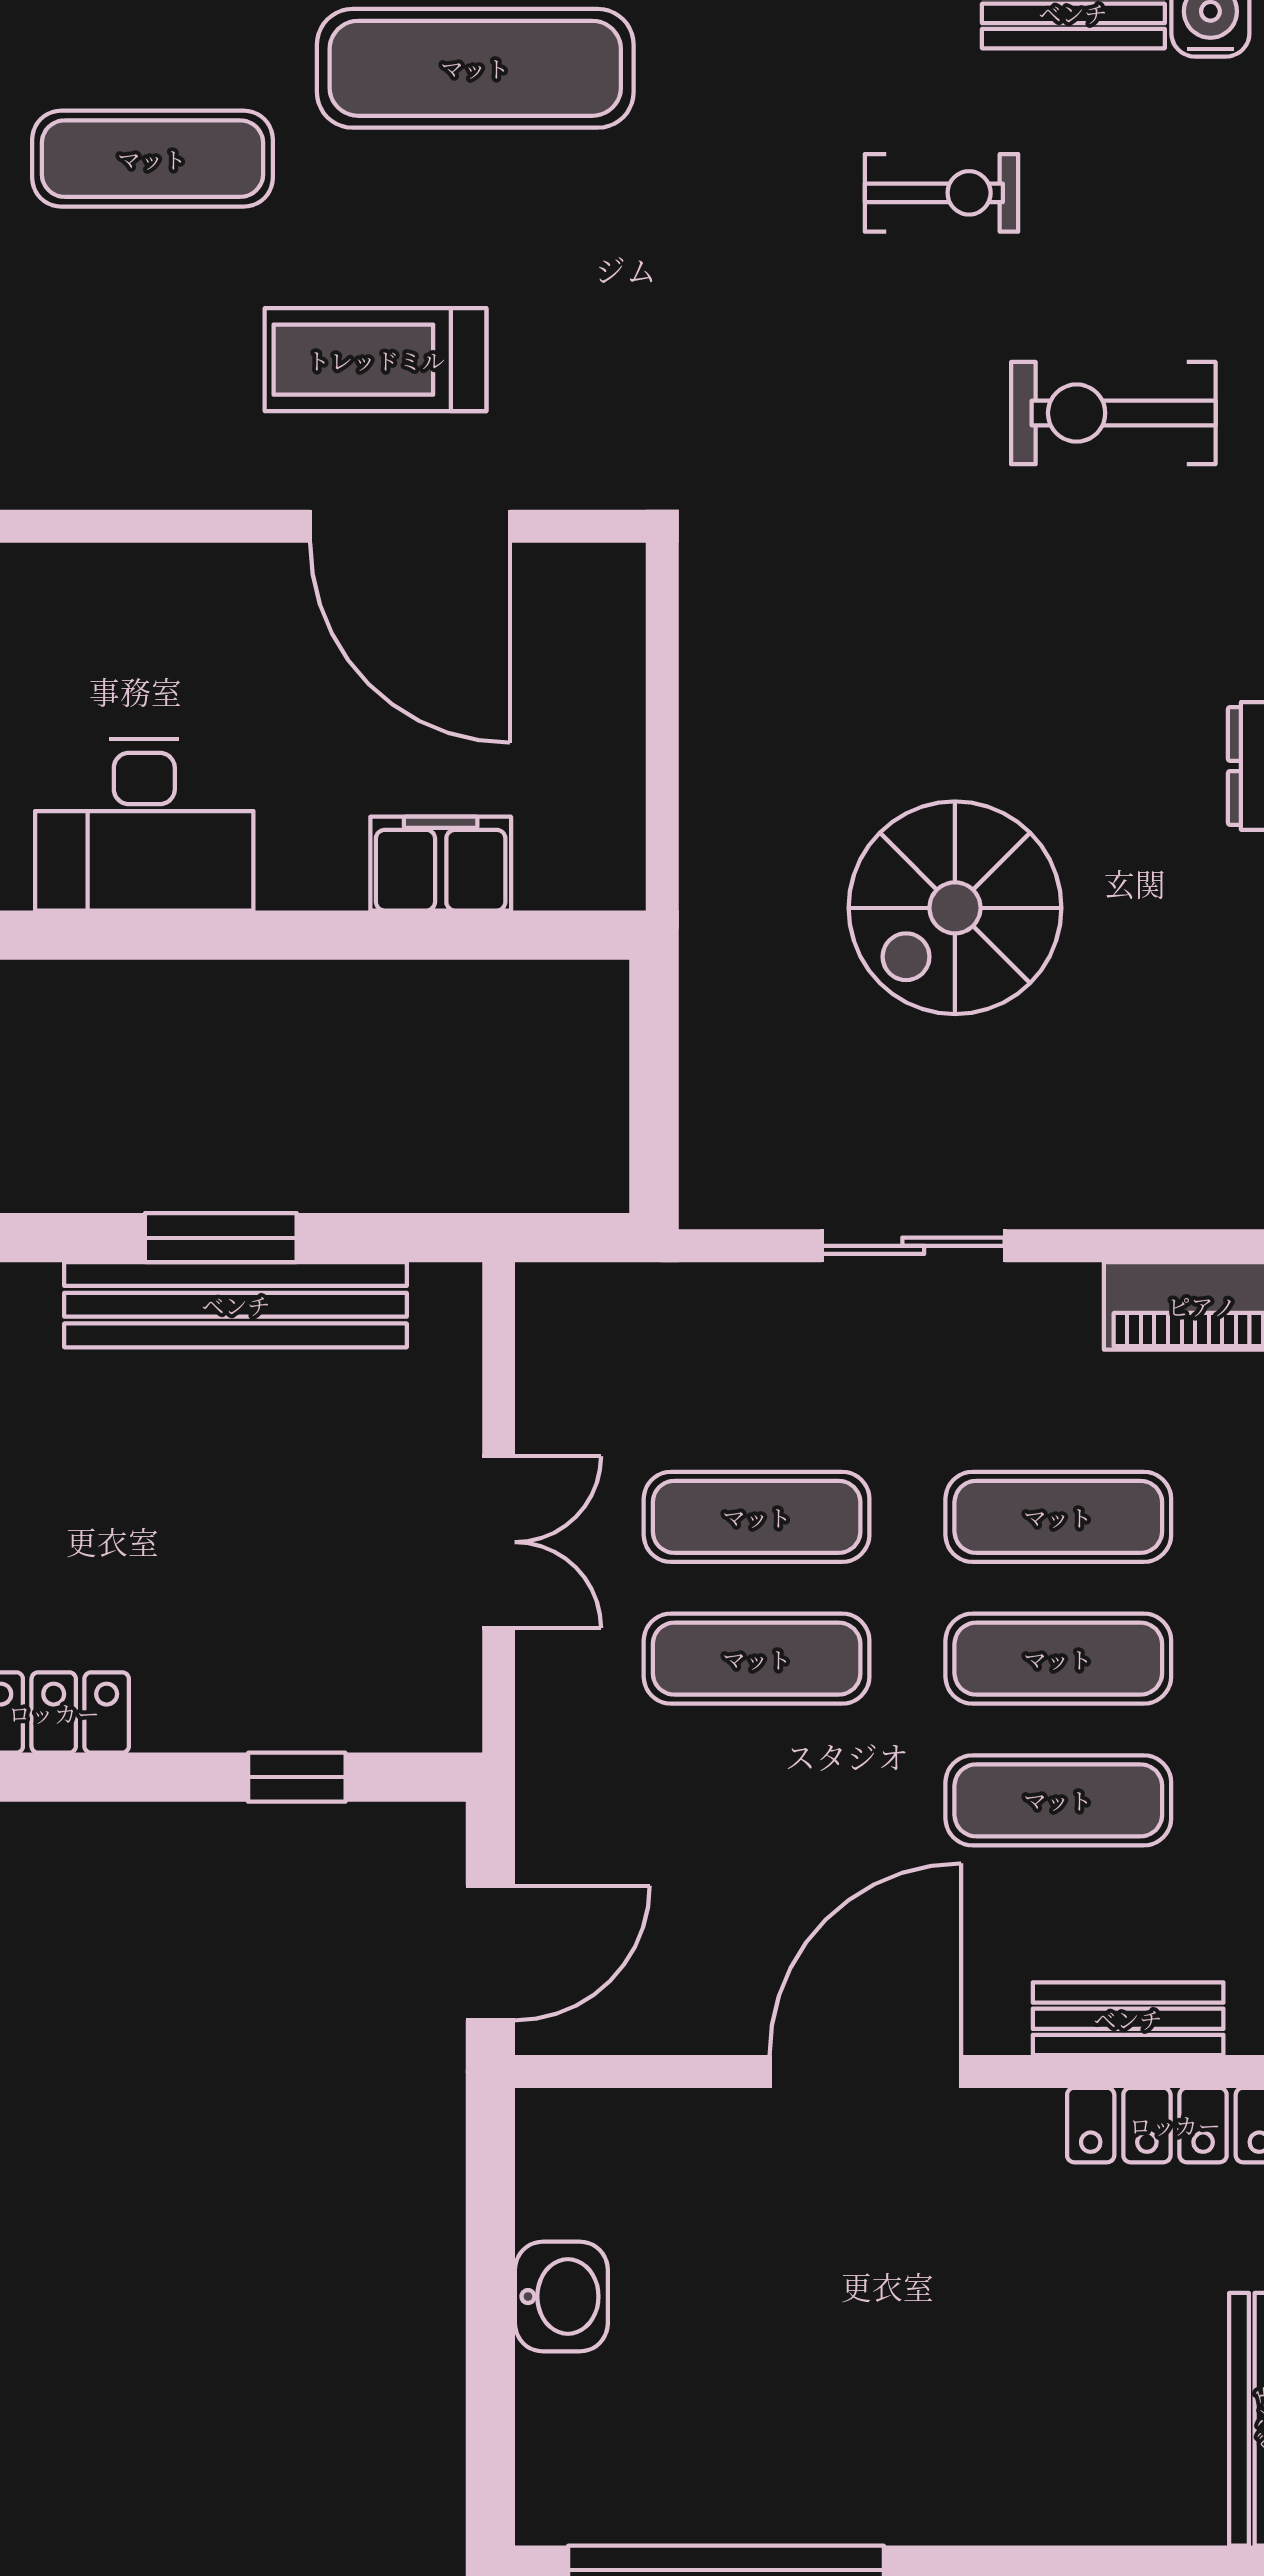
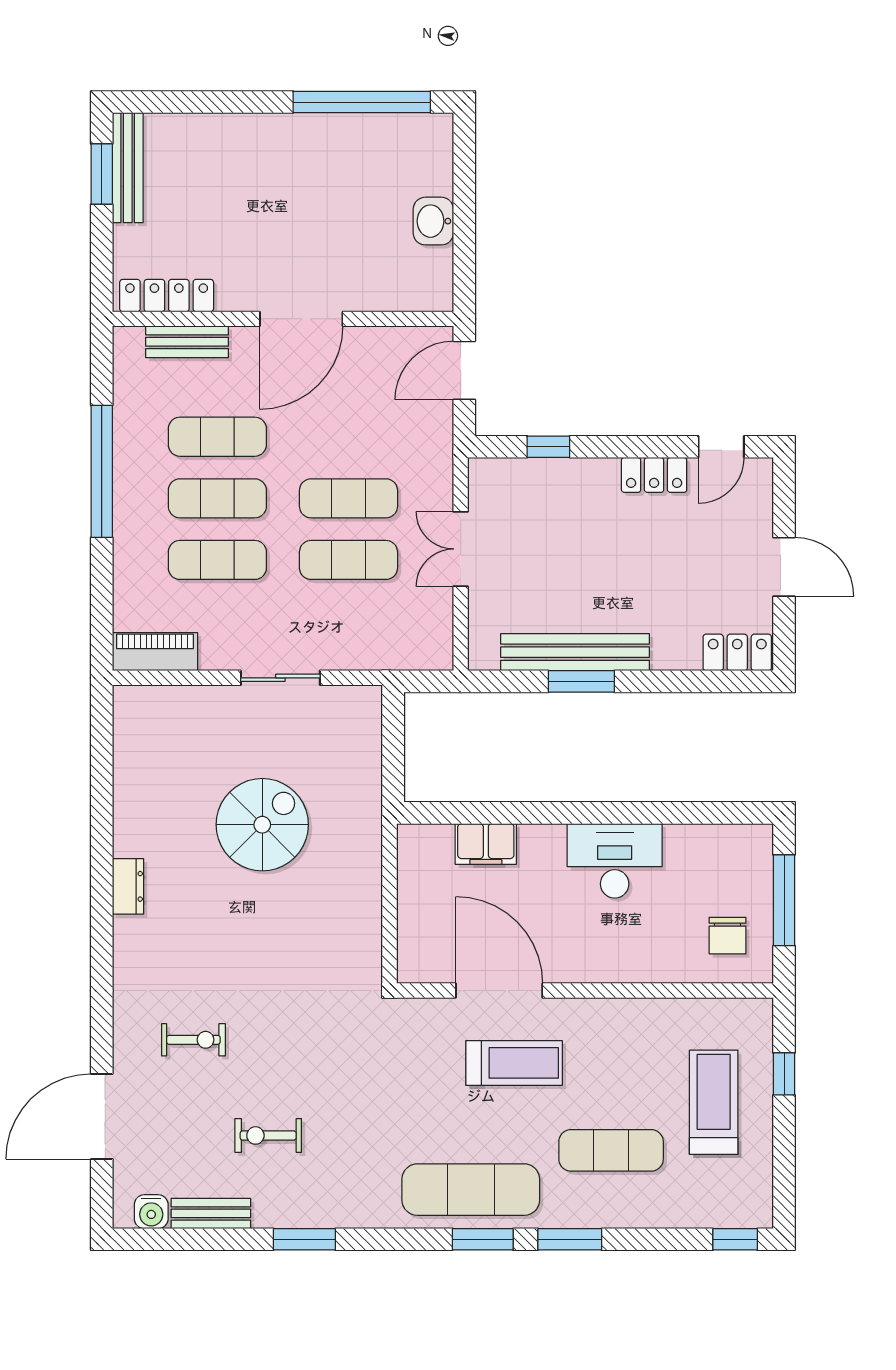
exercise bike: (1113, 413) -> (193, 1040), width x0.73, depth x0.72

